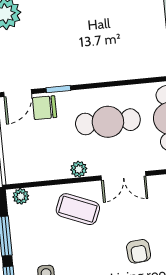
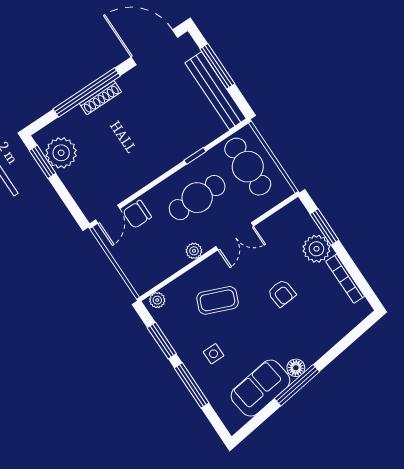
window: (58, 89) -> (195, 156), moved
coffee table: (78, 209) -> (217, 300), moved

